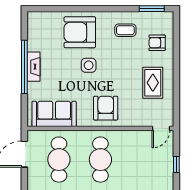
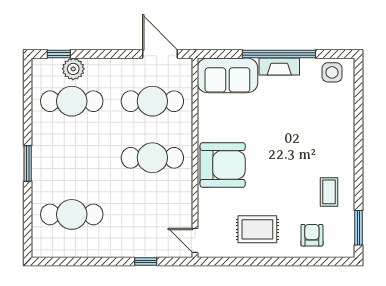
armchair: (80, 32) -> (326, 130), removed
side table: (89, 65) -> (332, 72), moved
armchair: (106, 108) -> (223, 165), width x1.36, depth x1.36
sofa: (54, 114) -> (227, 75), moved, turned 90

